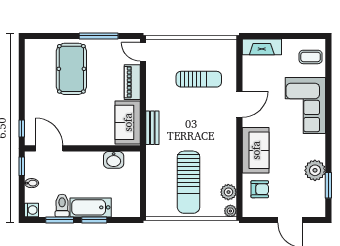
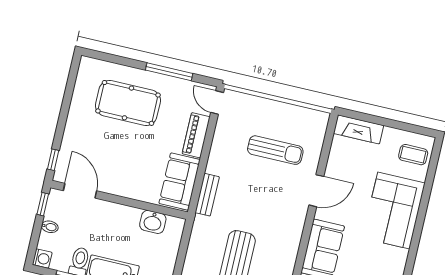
pool table: (71, 69) -> (128, 103), turned 90

